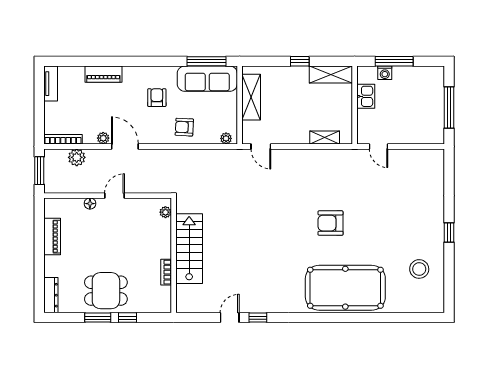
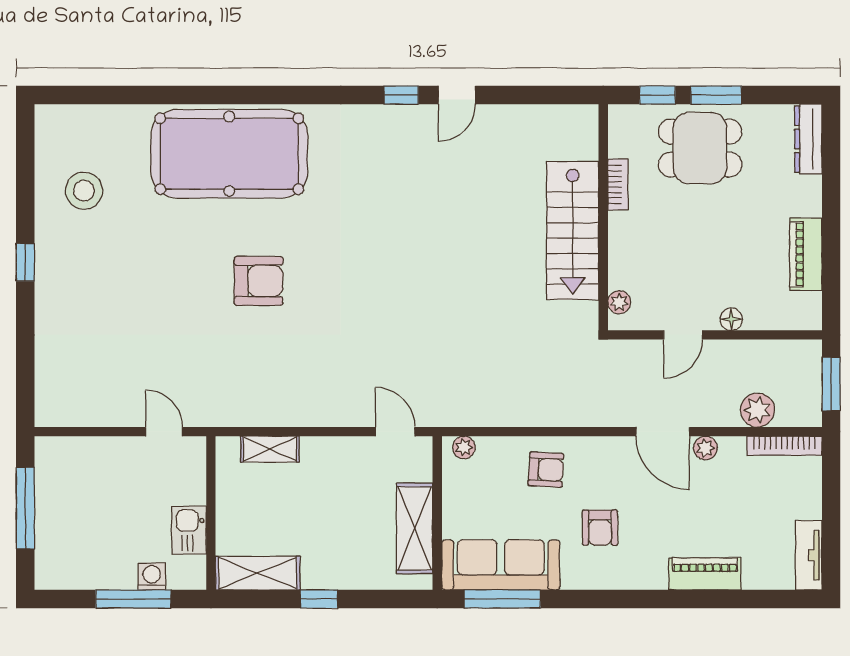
plant: (165, 212) -> (619, 302), moved
stairs: (189, 249) -> (573, 231), moved
wall: (174, 255) -> (603, 217), moved
bookcase: (166, 272) -> (618, 184), moved

